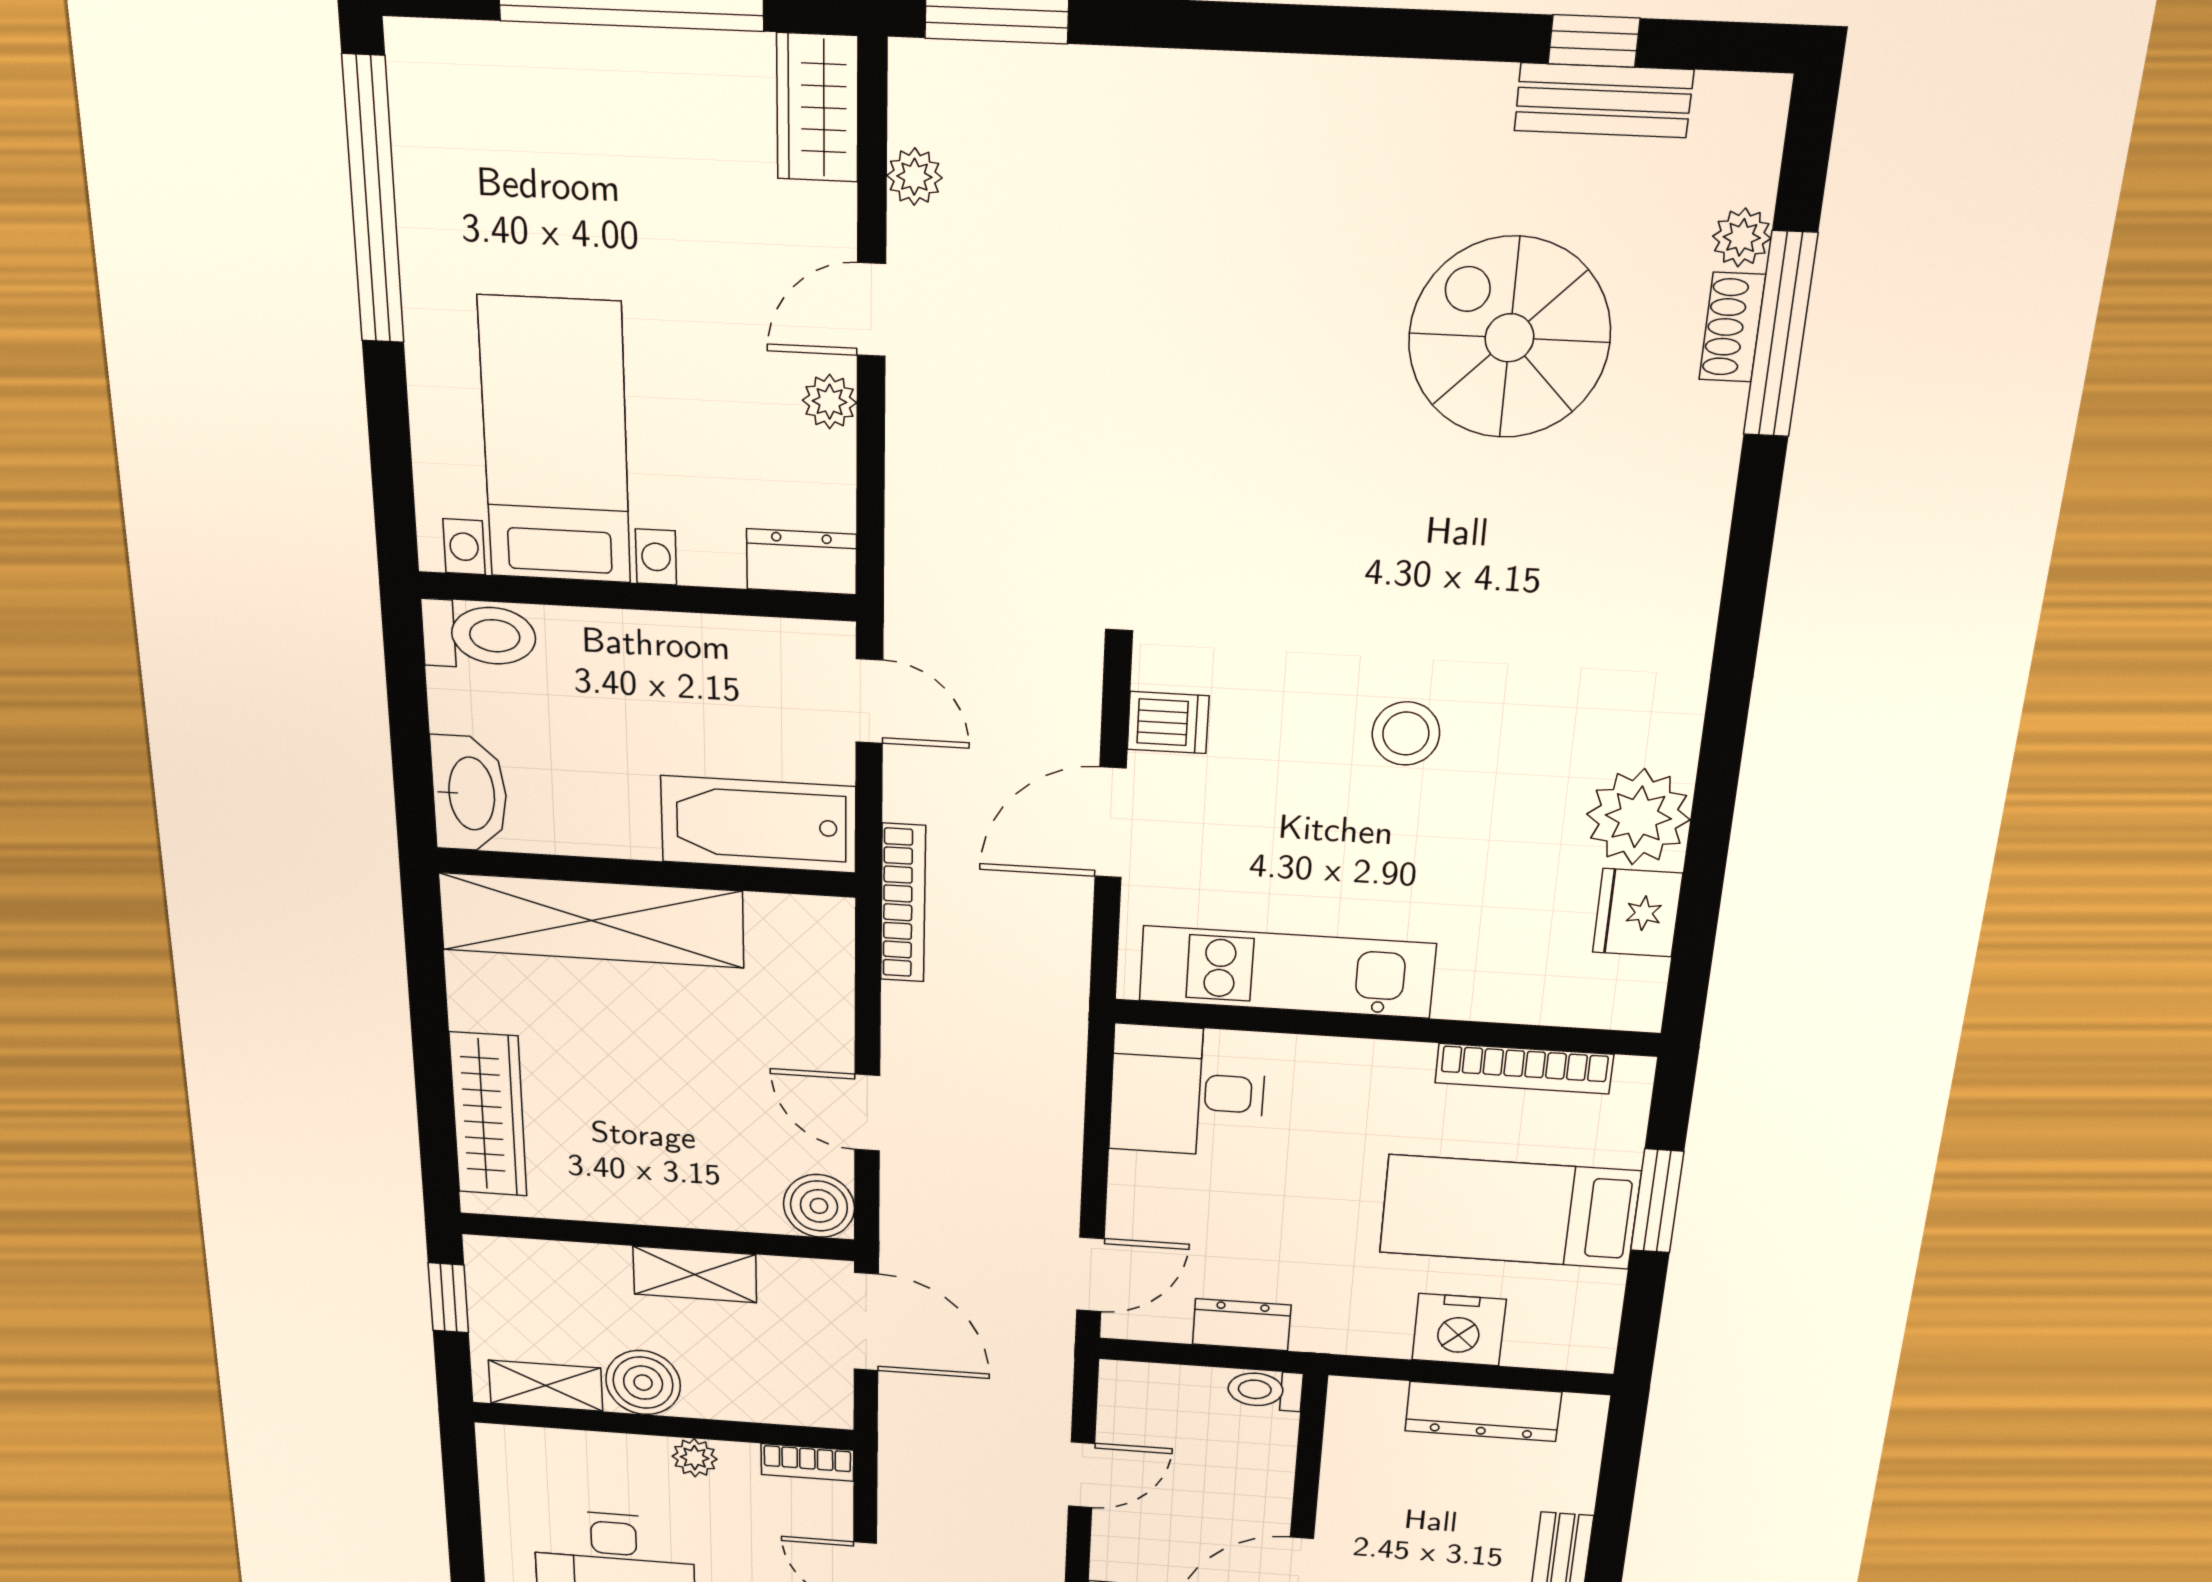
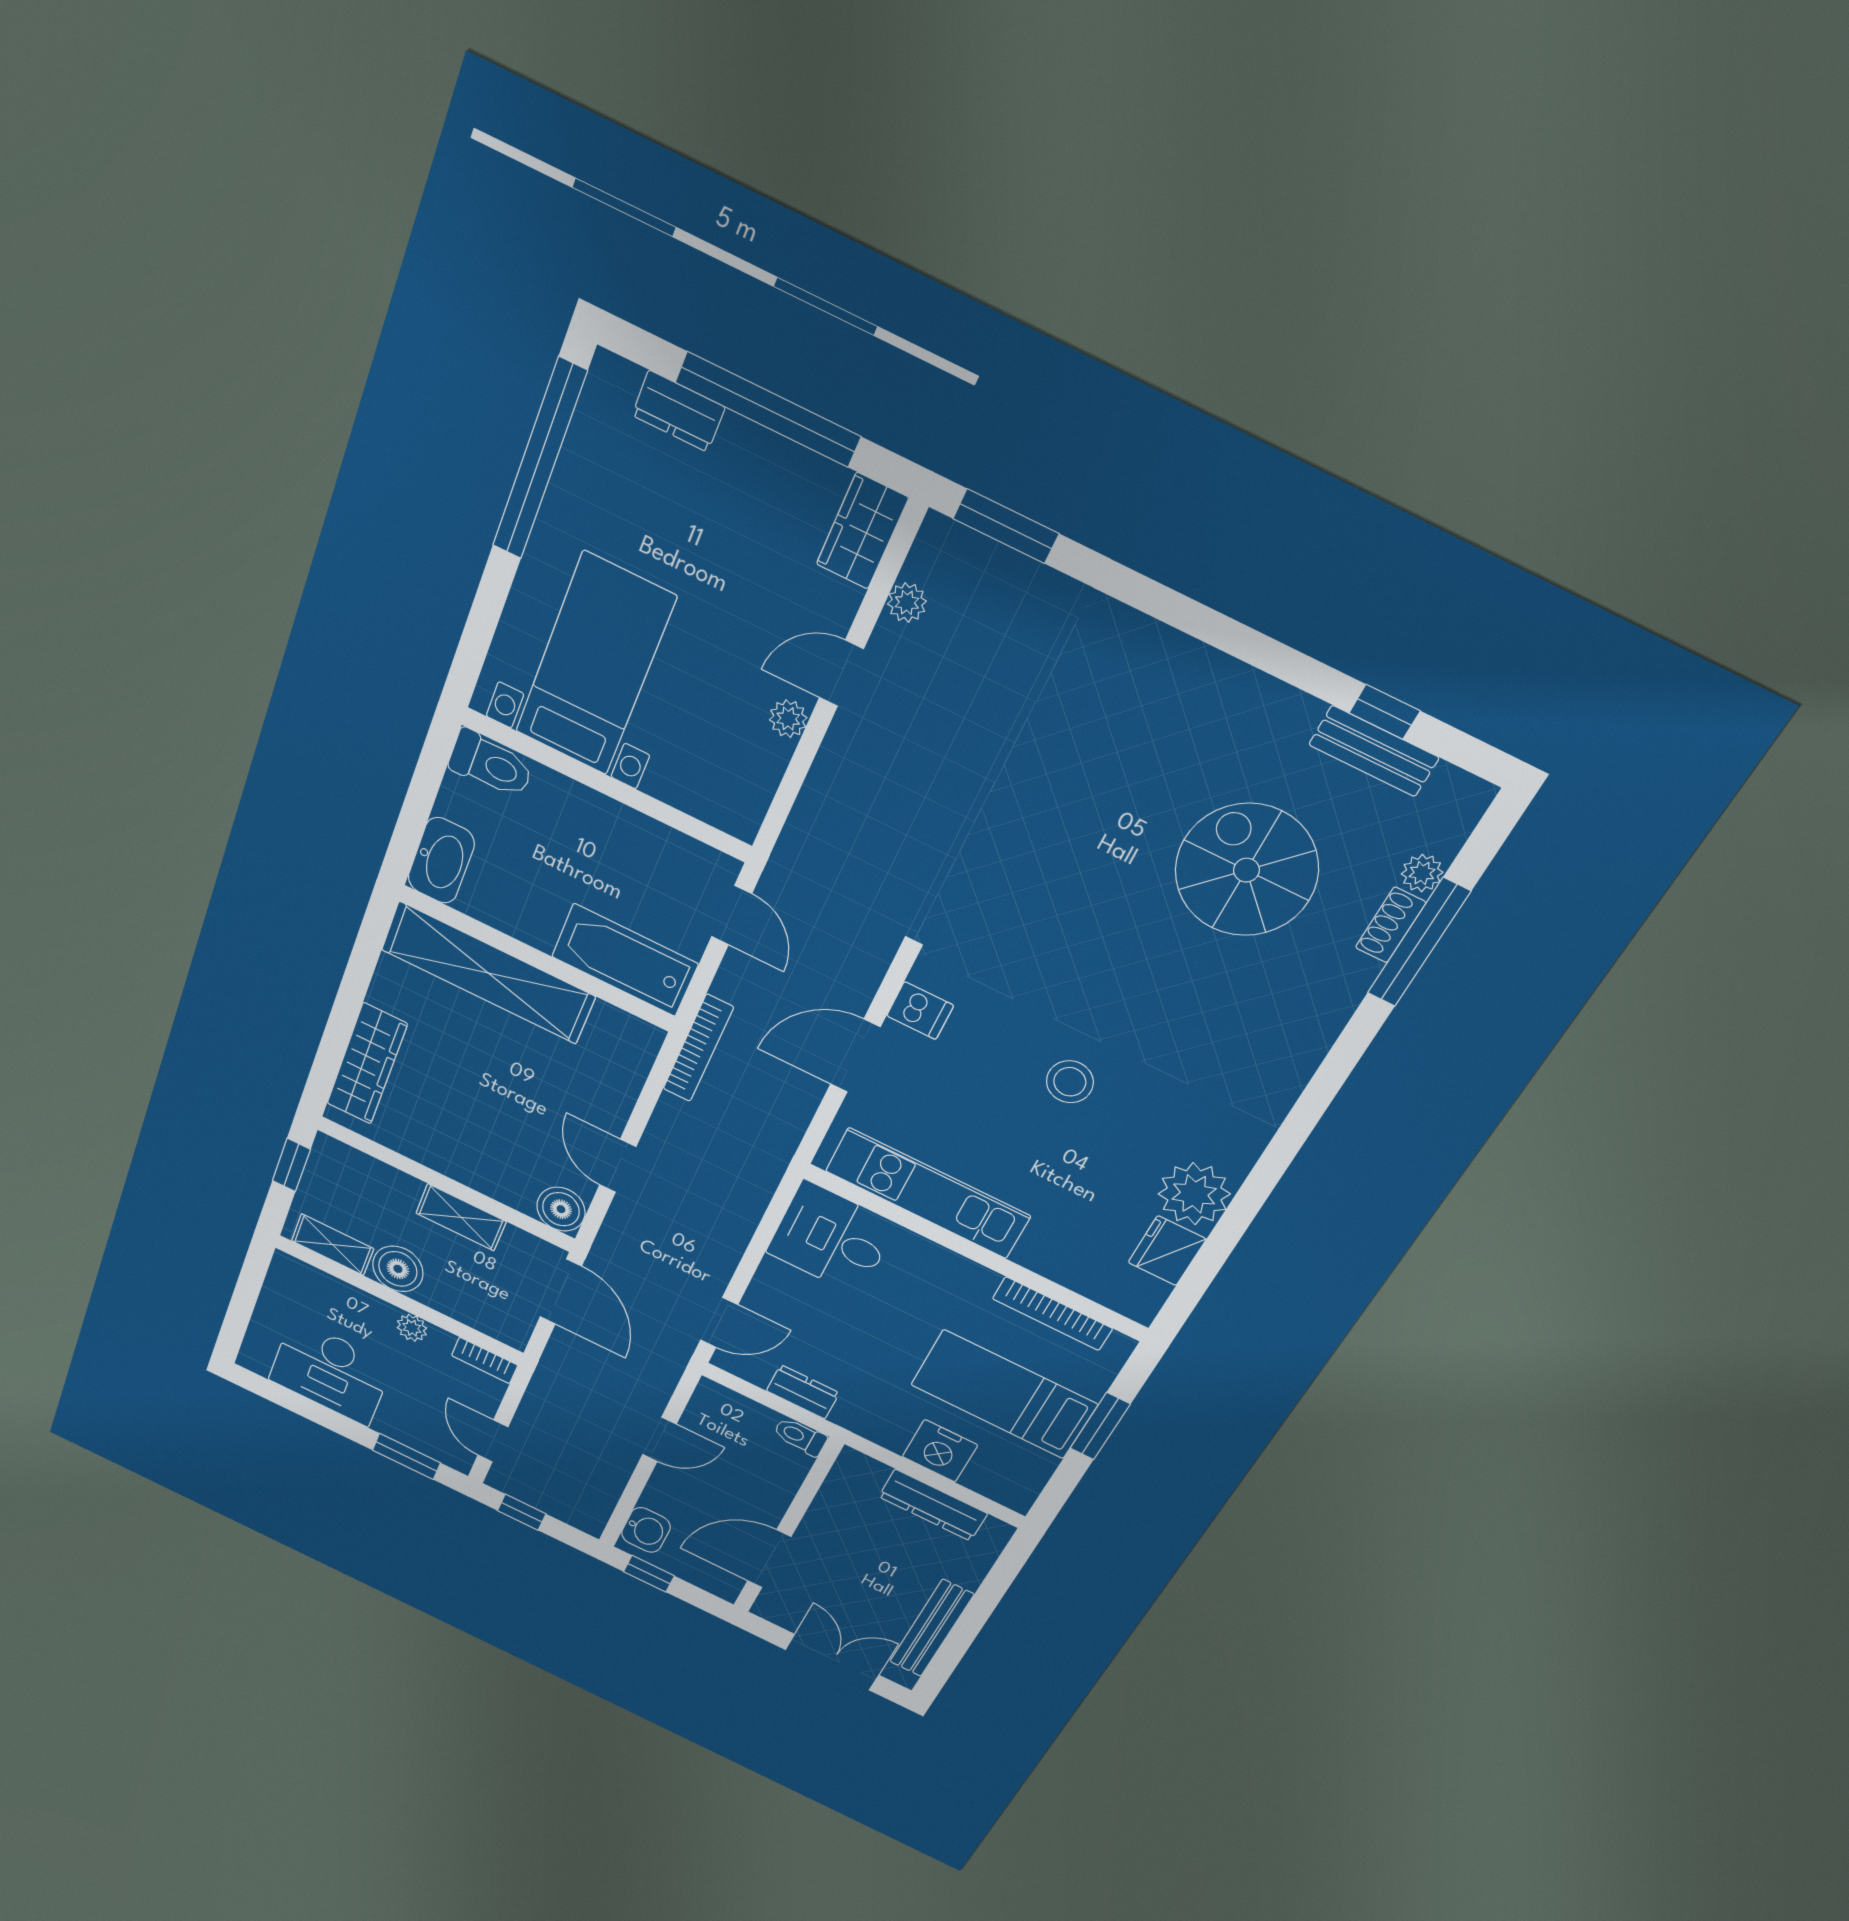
dresser: (802, 562) -> (678, 411), moved, turned 180

